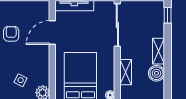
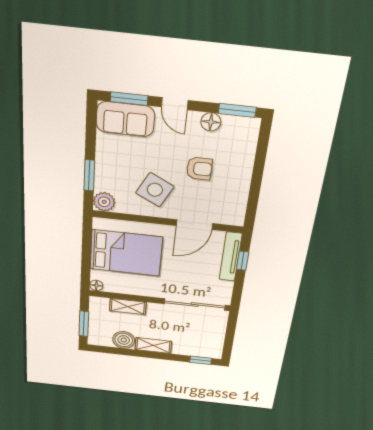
door: (52, 32) -> (194, 225), swing flipped
side table: (21, 80) -> (155, 190), moved, width x1.87, depth x1.87

